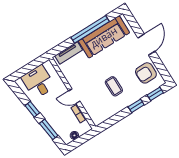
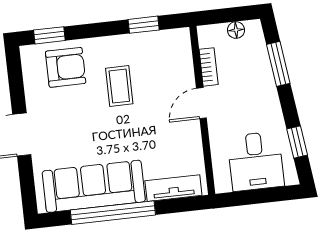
armchair: (146, 73) -> (66, 67), moved
door: (74, 96) -> (201, 103), swing flipped
window: (136, 106) -> (144, 25), moved
window: (32, 109) -> (297, 142), moved

